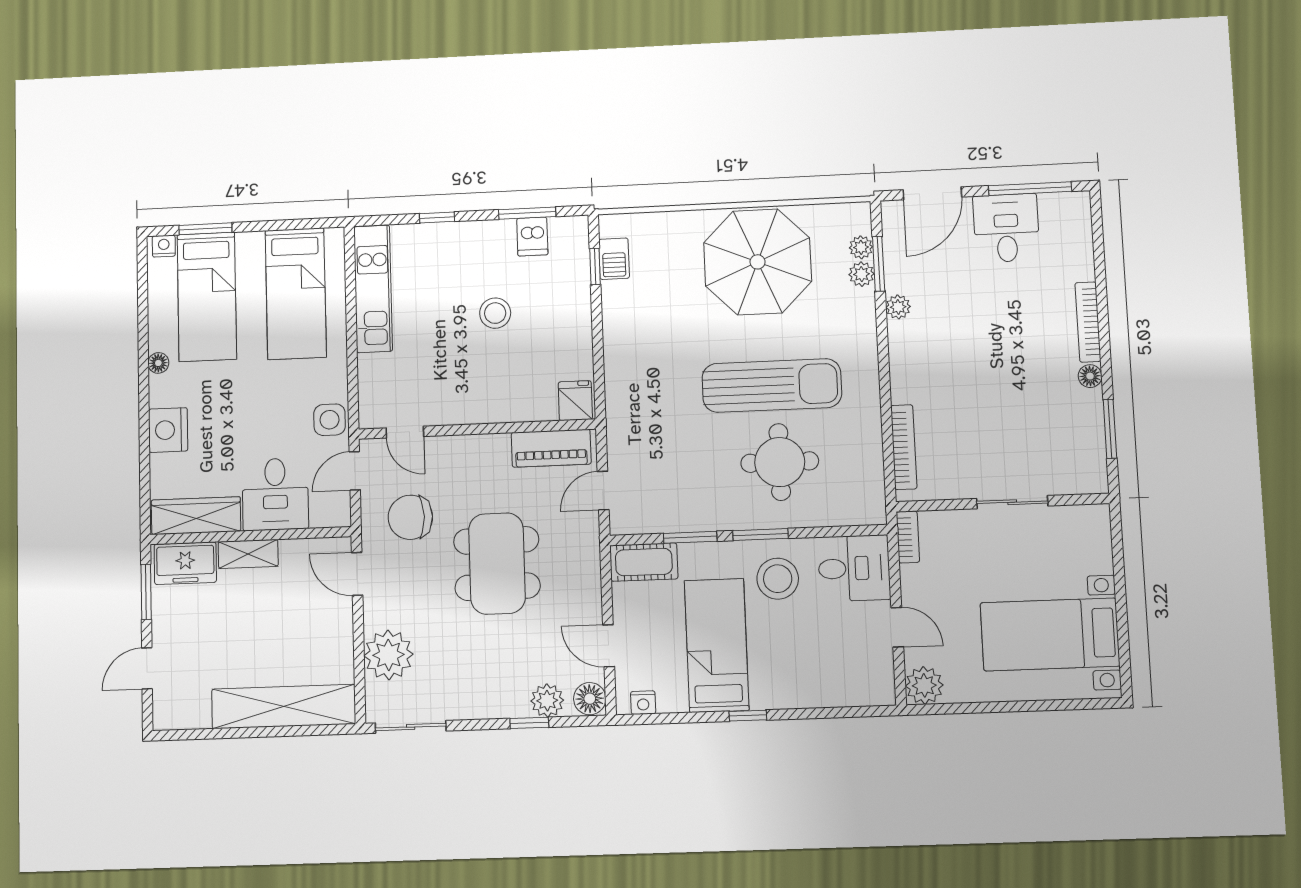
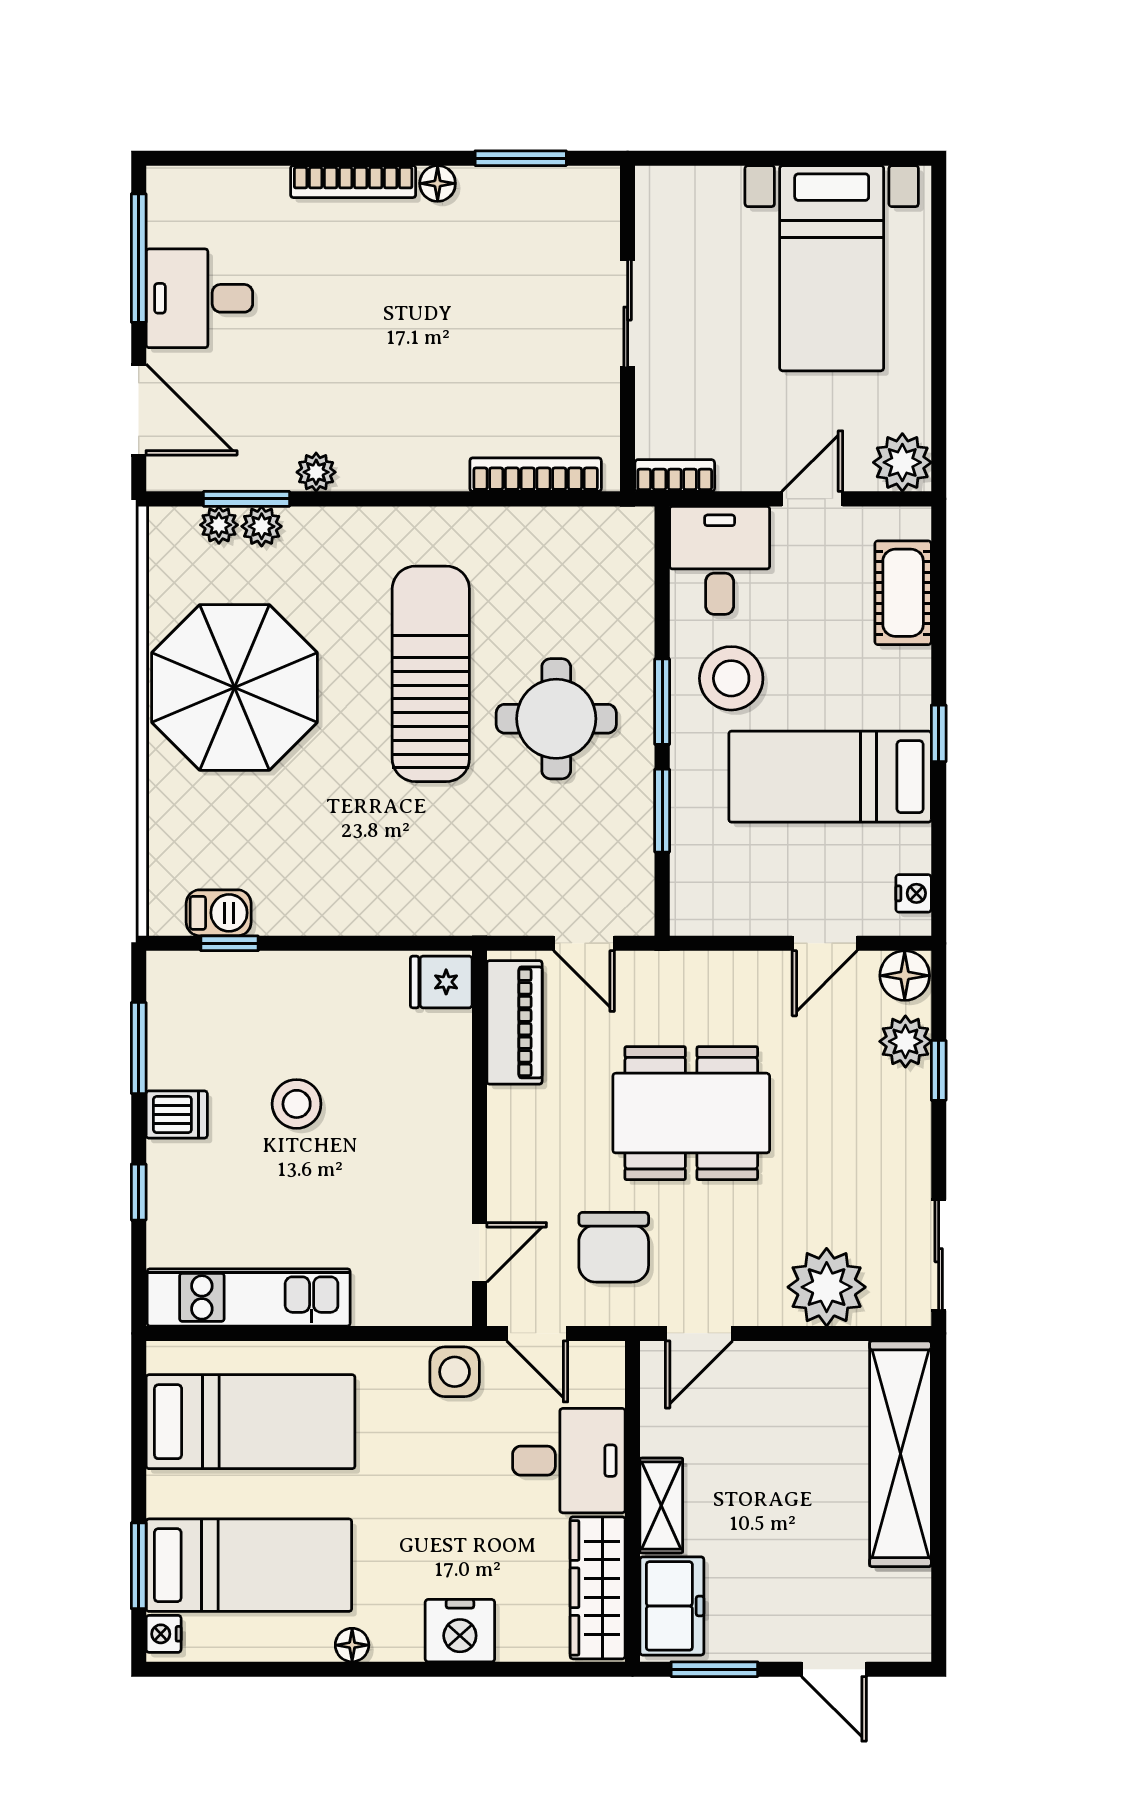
dishwasher: (532, 236) -> (177, 1115), moved
round table: (780, 462) -> (556, 719), moved
cot: (644, 562) -> (903, 593), moved

